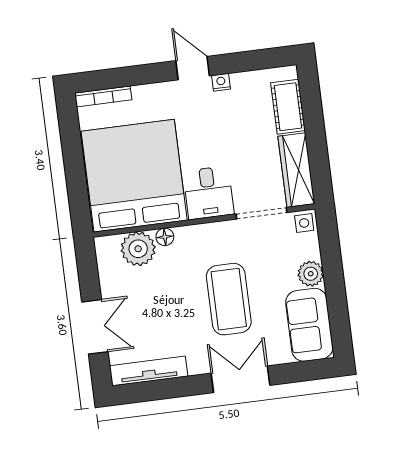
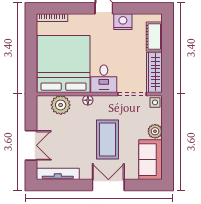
nightstand: (221, 82) -> (123, 22), width x1.89, depth x1.79
floor lamp: (165, 237) -> (88, 100), moved

